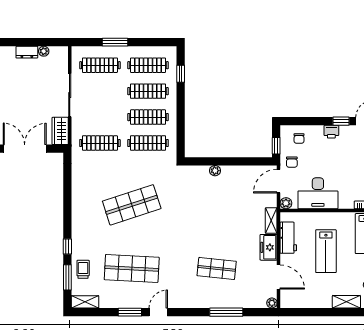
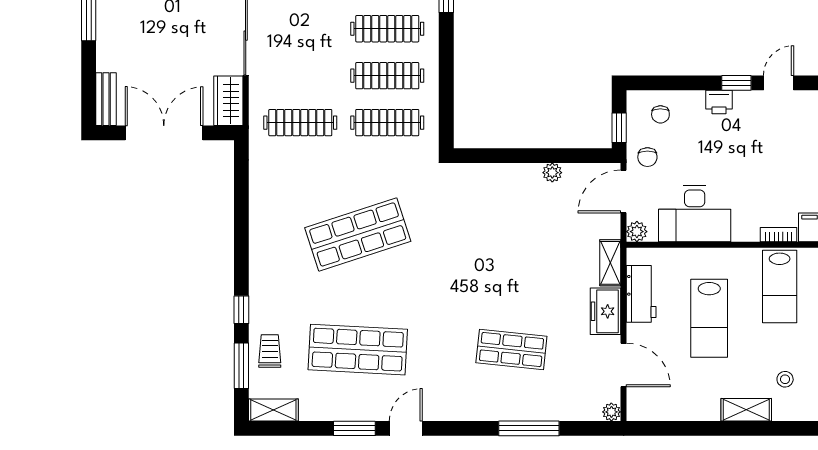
plant: (215, 171) -> (552, 173), moved

